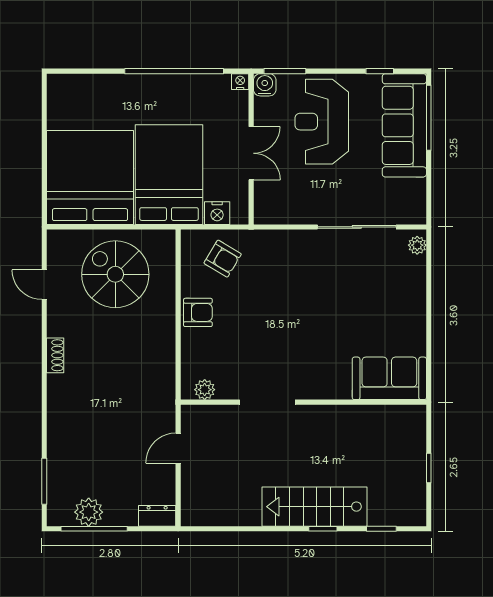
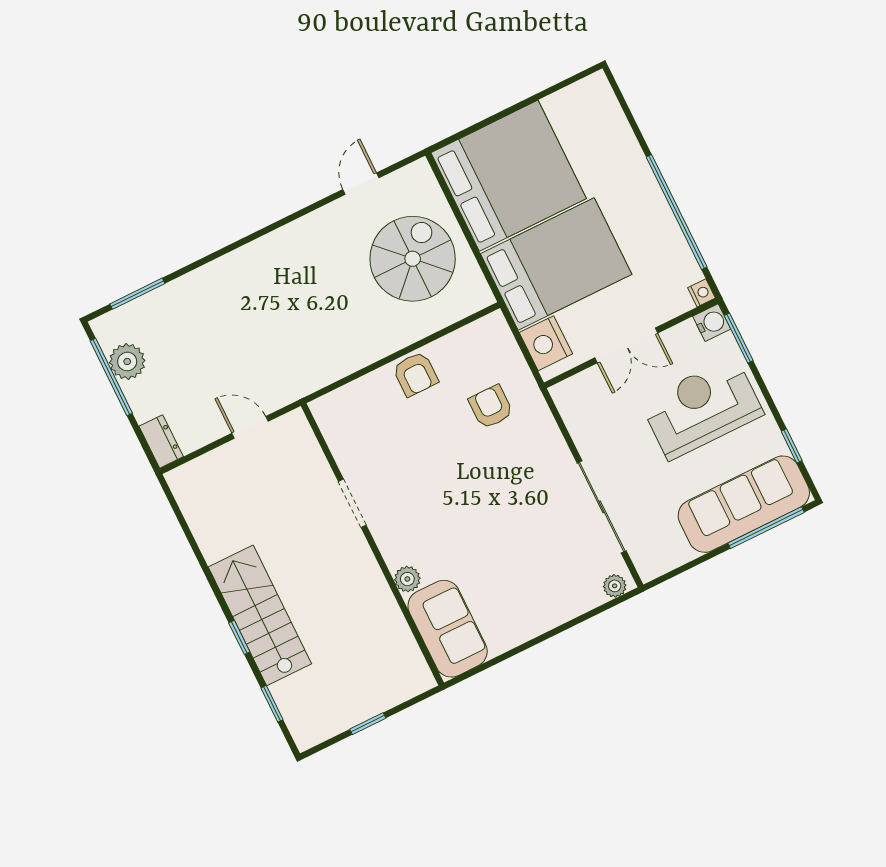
nightstand: (217, 213) -> (546, 343), width x1.36, depth x1.33
armchair: (223, 259) -> (491, 407), moved, turned 149
shoe rack: (55, 355) -> (287, 236), removed
plant: (205, 390) -> (407, 579), moved
doorway: (267, 402) -> (352, 503), width x0.73

